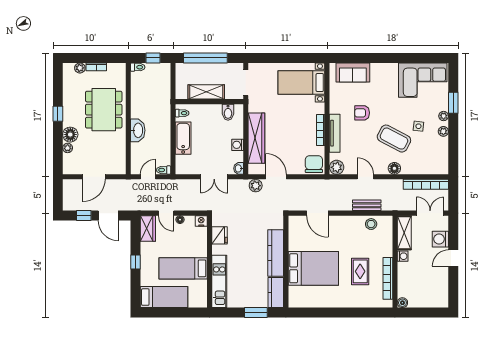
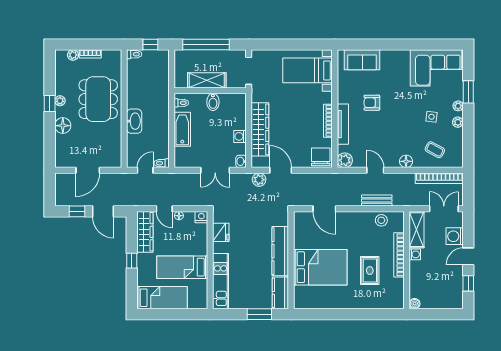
bidet: (228, 112) -> (213, 102), moved
coffee table: (394, 139) -> (435, 150), moved, width x0.54, depth x0.58
plant: (68, 148) -> (60, 101), moved
wardrobe: (148, 228) -> (145, 232), width x1.50
bookcase: (388, 278) -> (399, 255), moved
window: (453, 284) -> (468, 283), added

